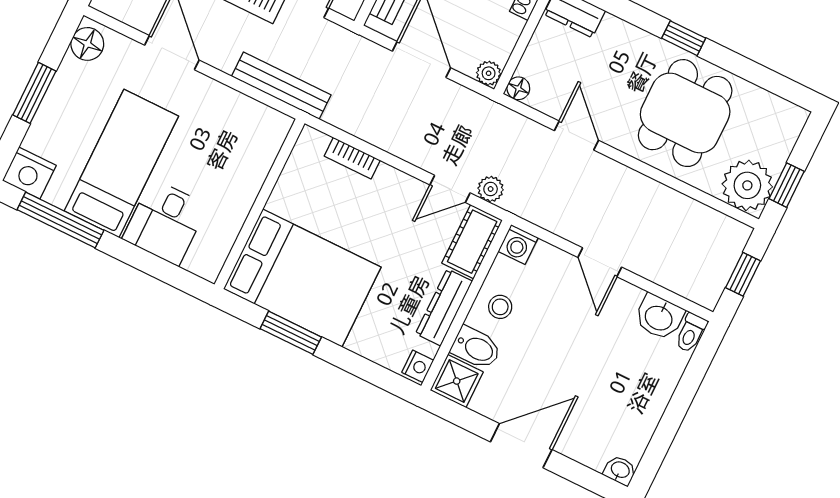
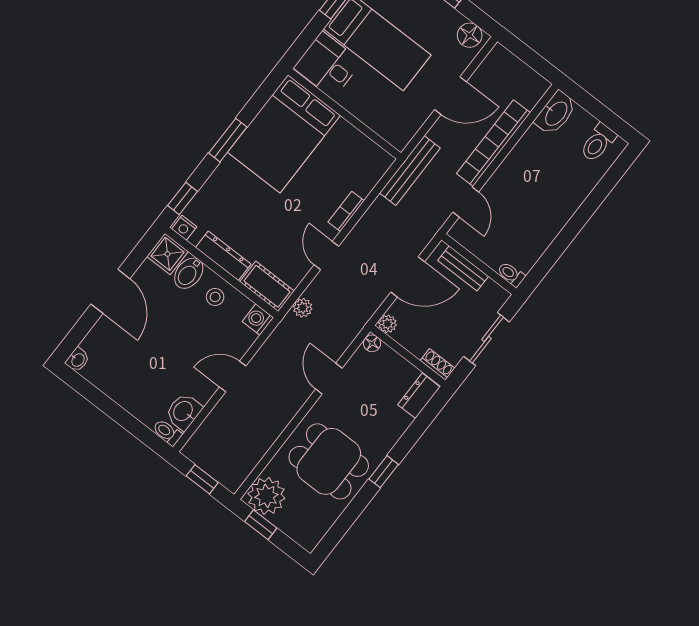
door: (576, 135) -> (329, 379), swing flipped
door: (450, 189) -> (326, 256), moved
wall: (260, 204) -> (344, 114), moved
bed: (302, 278) -> (284, 134), moved
window: (380, 376) -> (182, 198), added

